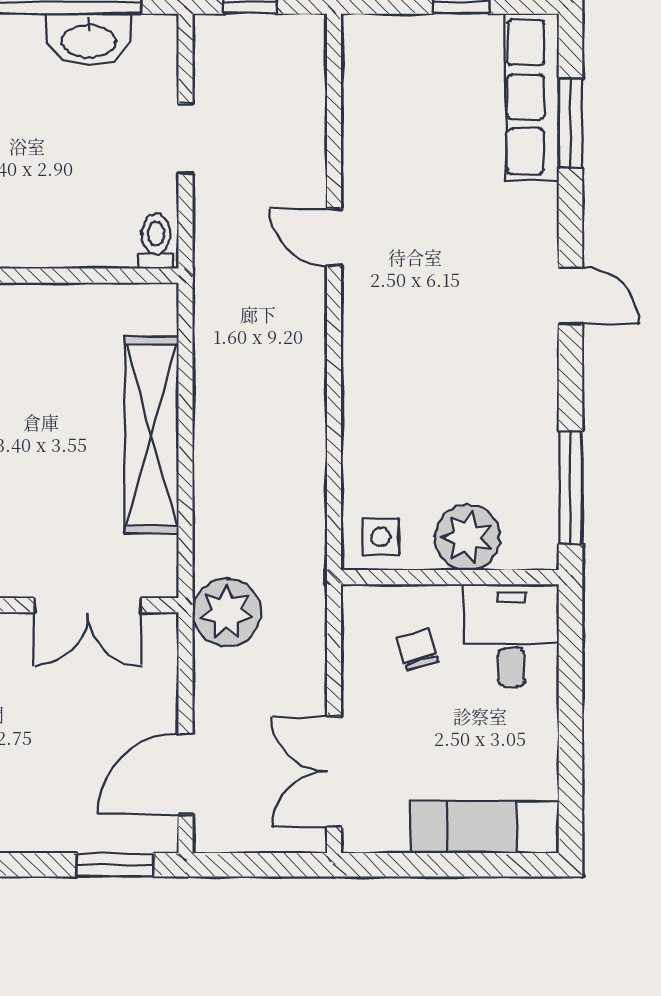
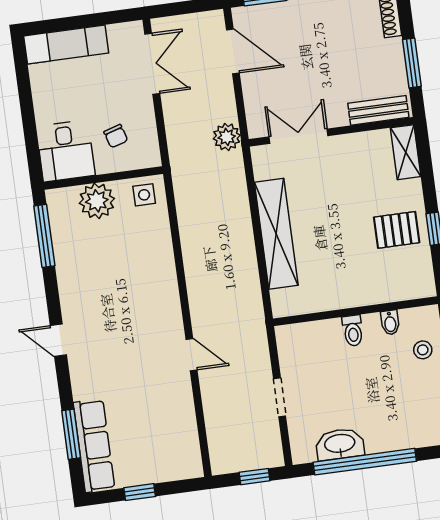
toilet: (156, 241) -> (353, 331), moved
plant: (227, 612) -> (227, 137), width x0.73, depth x0.73
door: (186, 774) -> (233, 51), hinge flipped

